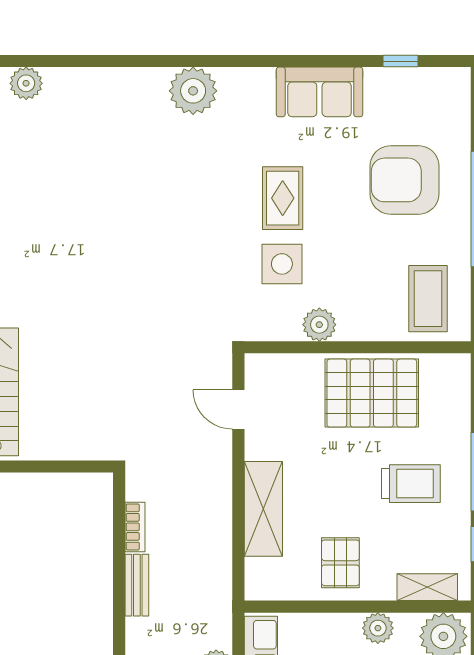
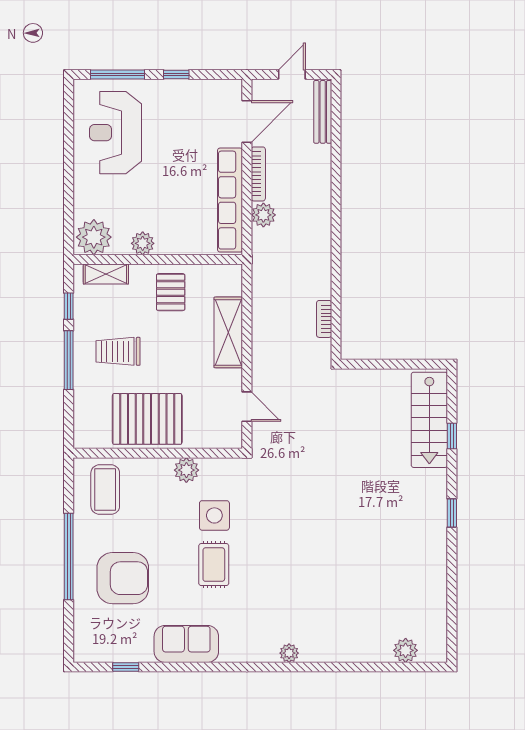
plant: (193, 91) -> (289, 653), width x0.53, depth x0.53
bench: (137, 585) -> (323, 275), removed

